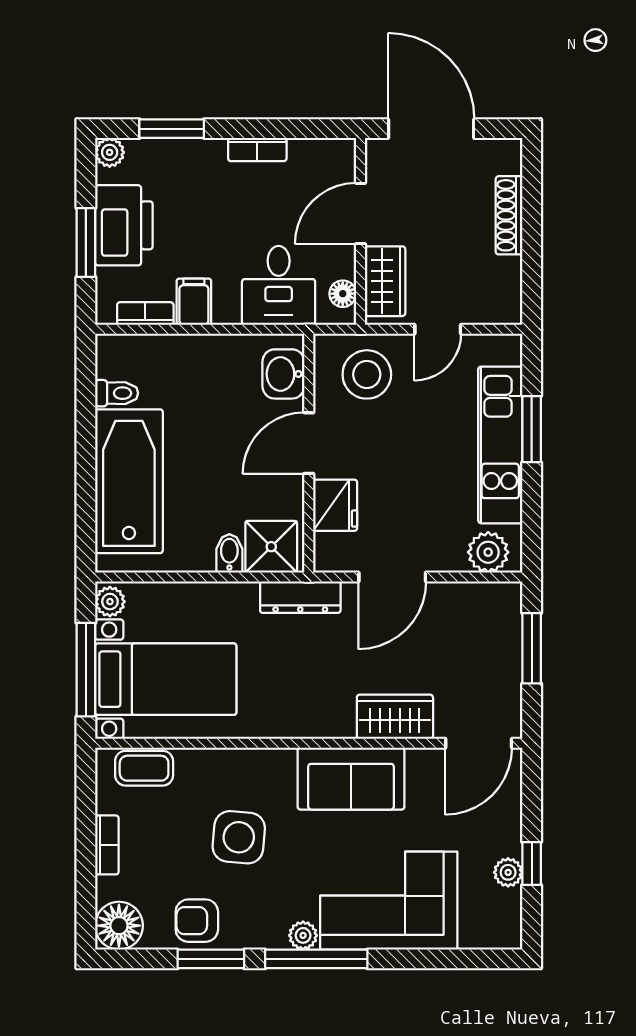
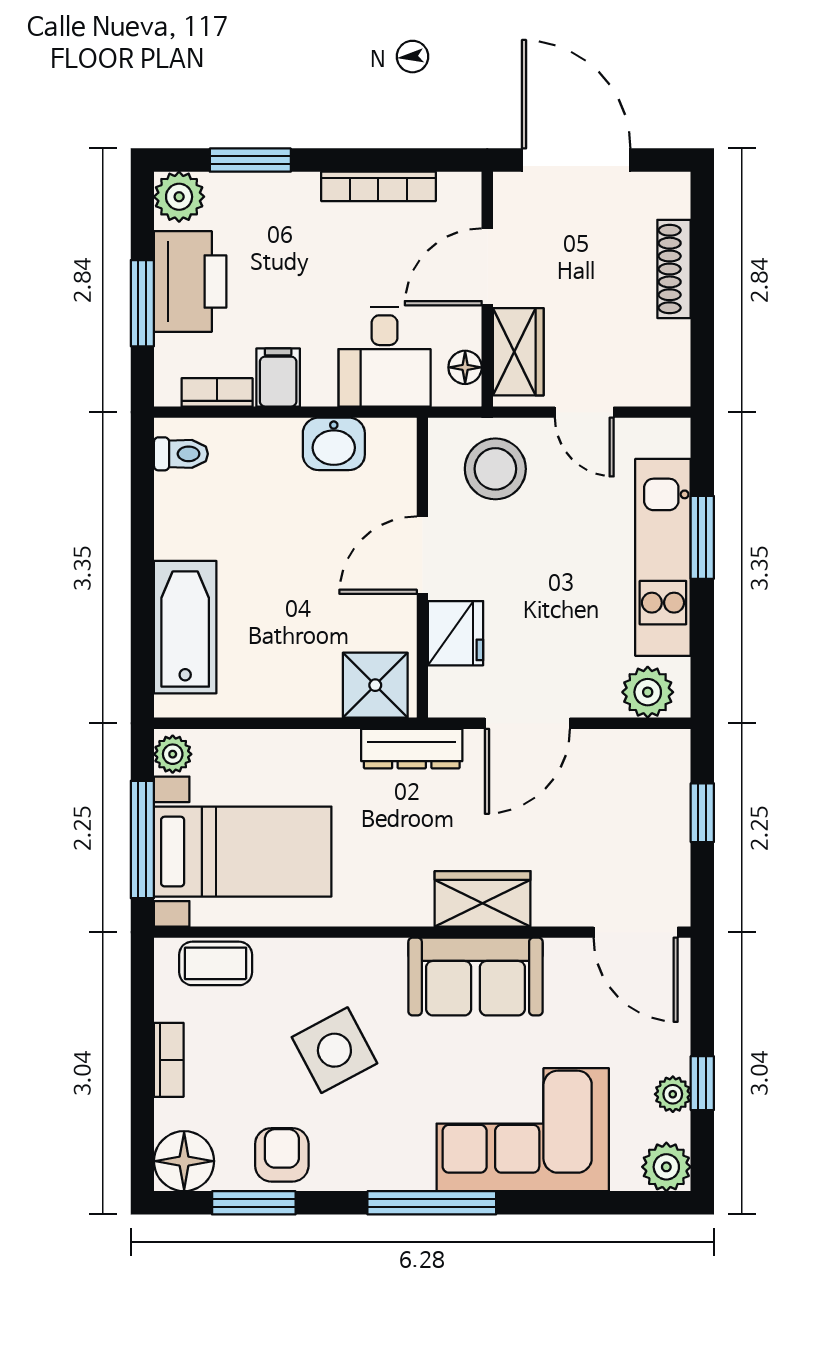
bookcase: (257, 149) -> (378, 186), width x1.56
plant: (110, 152) -> (179, 197), width x1.38, depth x1.38
door: (438, 329) -> (584, 412), hinge flipped
washbasin: (283, 374) -> (334, 444), moved, turned -90
toilet: (117, 393) -> (181, 454), moved
bathtub: (129, 481) -> (185, 627), width x0.73, depth x0.73
bidet: (229, 553) -> (323, 694), removed
window: (532, 648) -> (702, 813), width x0.67
wardrobe: (395, 717) -> (483, 899), moved
door: (479, 743) -> (636, 932), hinge flipped
side table: (239, 837) -> (334, 1050), turned -33
armchair: (197, 921) -> (282, 1155), turned 90
plant: (303, 935) -> (666, 1167), moved, width x1.38, depth x1.38
window: (211, 959) -> (254, 1203), moved

